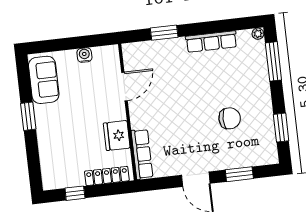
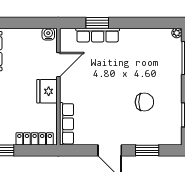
row of seats: (211, 42) -> (98, 35), moved
water cooler: (84, 55) -> (48, 34), moved
fridge: (117, 136) -> (47, 91), moved

